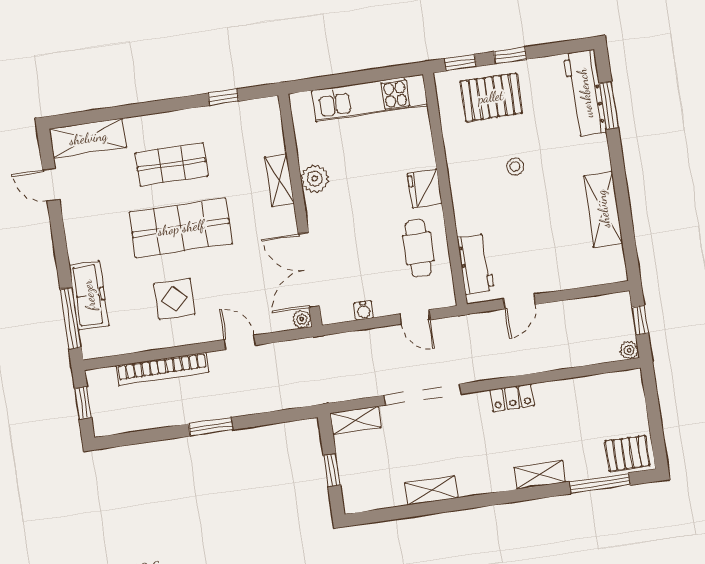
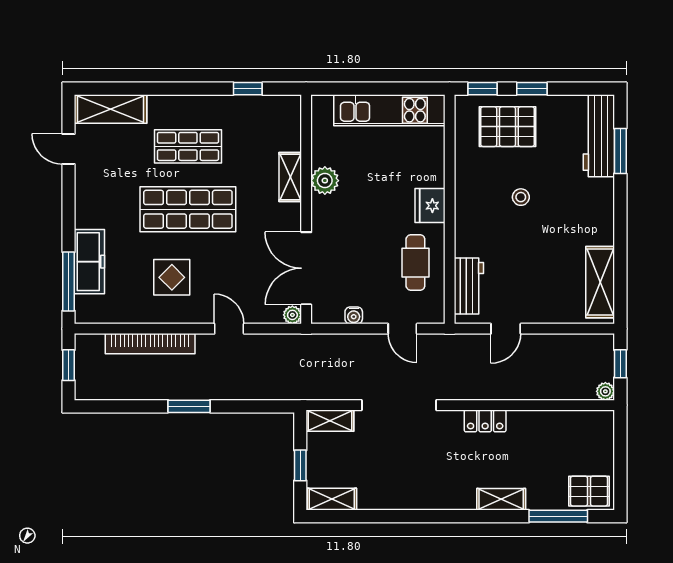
shelving: (603, 209) -> (600, 282), moved
shelving: (431, 490) -> (332, 499), moved

